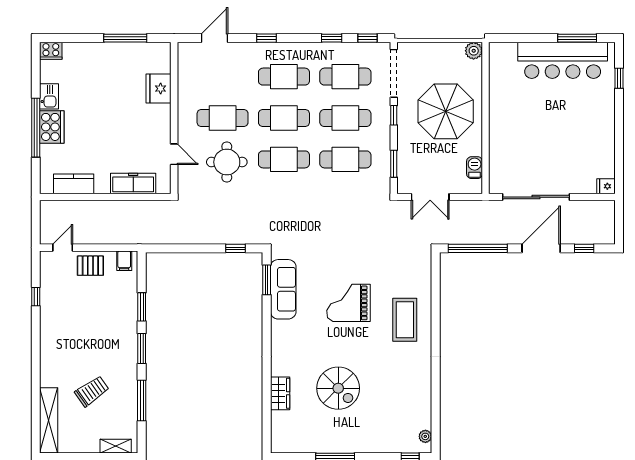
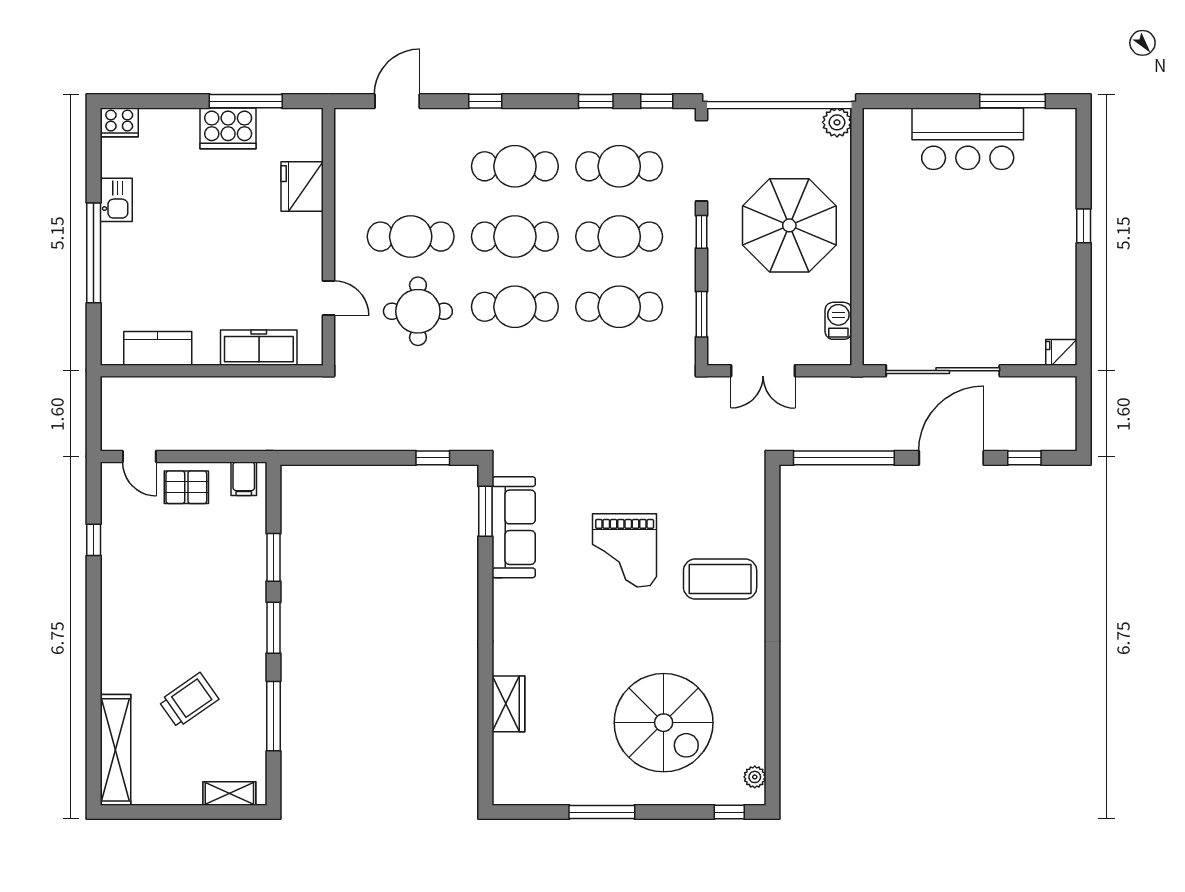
bar counter: (563, 60) -> (968, 139), width x0.73
window: (619, 78) -> (1084, 226), moved
cooker: (52, 127) -> (228, 128), moved, turned 90
door: (63, 248) -> (139, 457), swing flipped
grand piano: (349, 303) -> (625, 550), turned -90
coffee table: (405, 320) -> (720, 579), turned 90
spiral stairs: (338, 388) -> (664, 723), moved, width x1.37, depth x1.37

